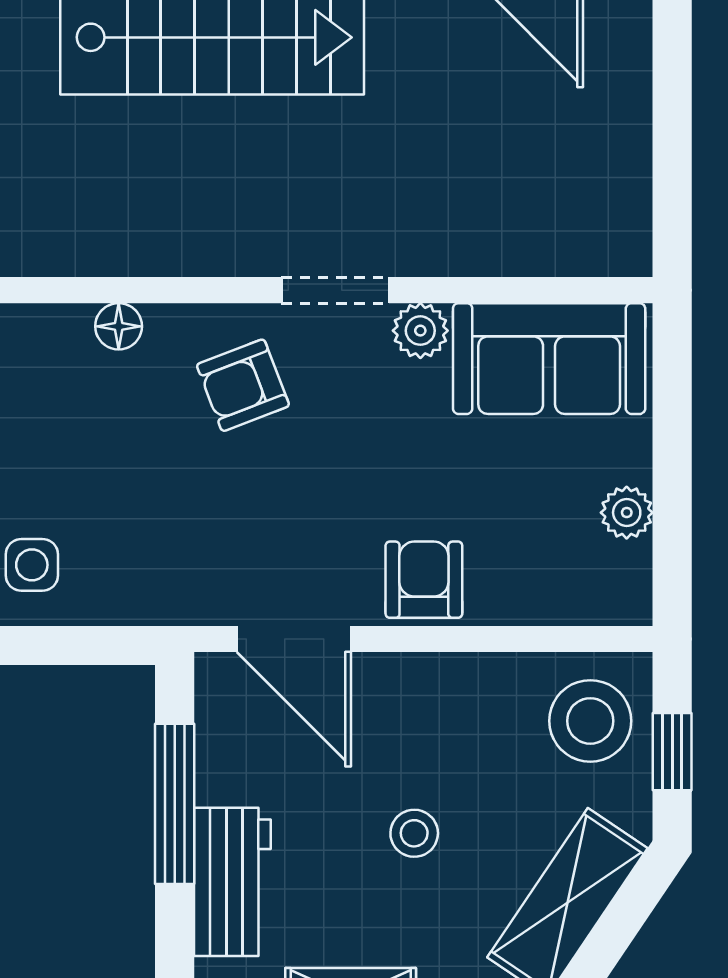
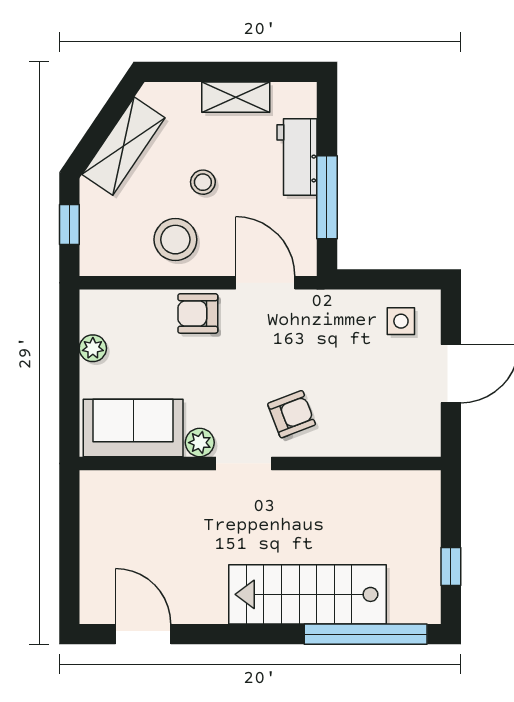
floor lamp: (119, 326) -> (356, 445), removed
armchair: (424, 580) -> (198, 313), turned 90
stool: (590, 721) -> (175, 240), moved

